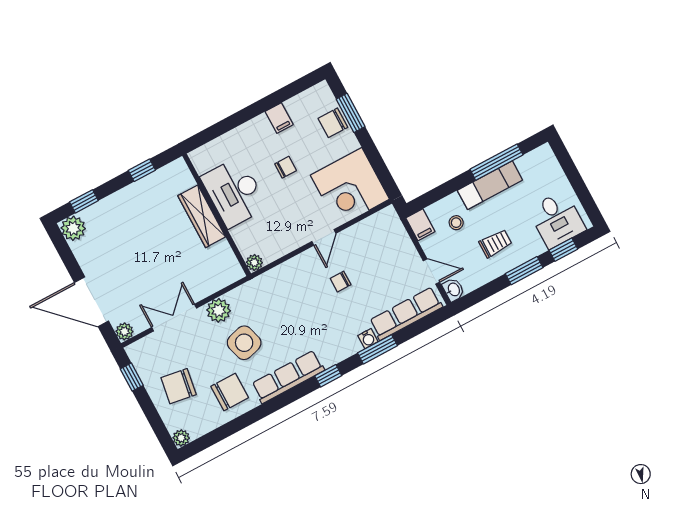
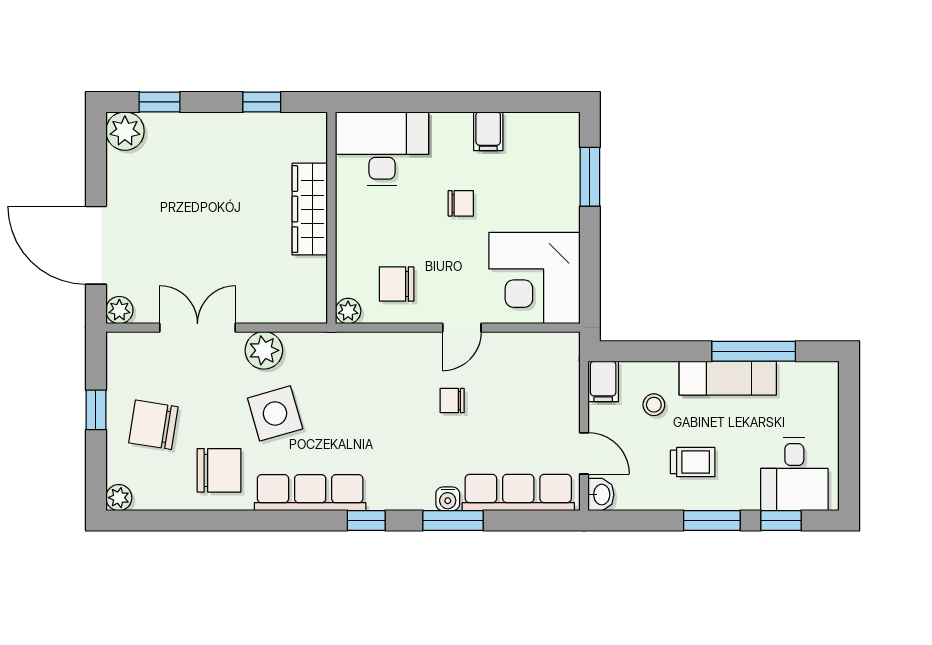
chair: (333, 123) -> (397, 284), moved
desk: (234, 192) -> (382, 148), moved, turned 90
window: (132, 377) -> (96, 410), moved

